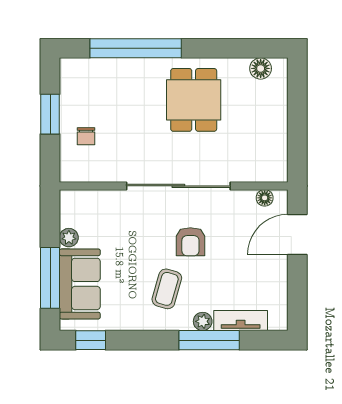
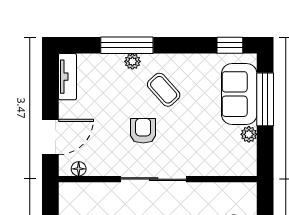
sliding door: (178, 186) -> (154, 179), width x0.73
coffee table: (167, 289) -> (164, 90), turned -58
tv unit: (241, 320) -> (67, 77), moved, turned -90

